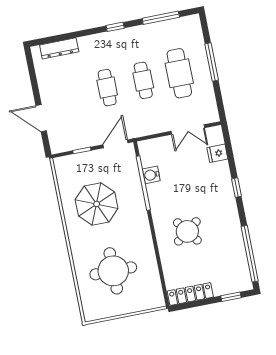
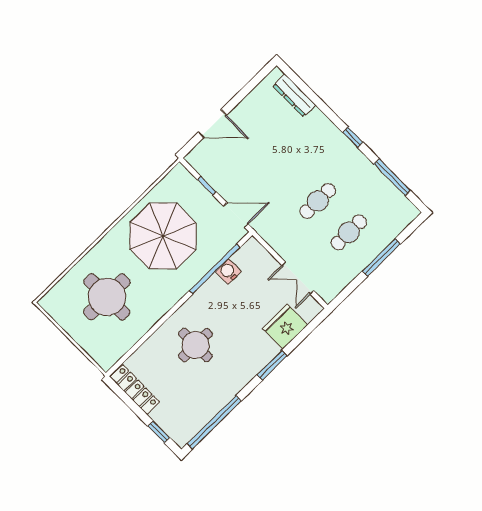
cafe table: (179, 73) -> (349, 232), width x0.73, depth x0.74
cafe table: (107, 88) -> (287, 170), removed
door: (41, 118) -> (212, 124), swing flipped
fridge: (217, 153) -> (285, 327), width x1.88, depth x1.34
window: (237, 188) -> (272, 365), width x1.50
parasol: (97, 204) -> (163, 236), width x1.36, depth x1.36
round table: (187, 231) -> (195, 345), turned 37

